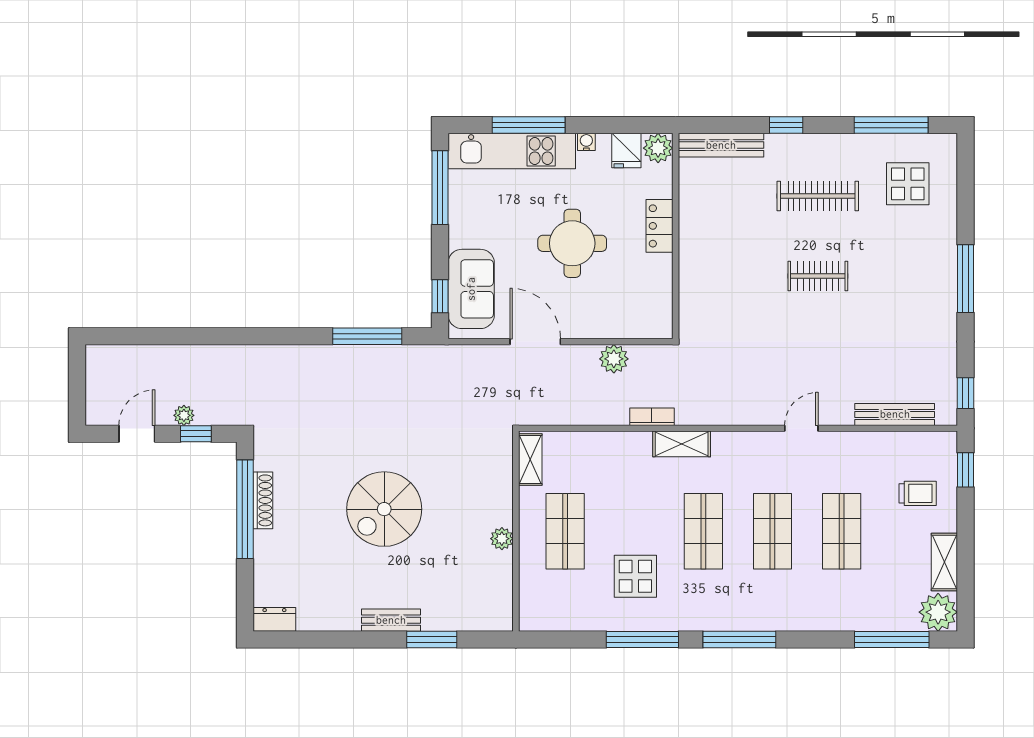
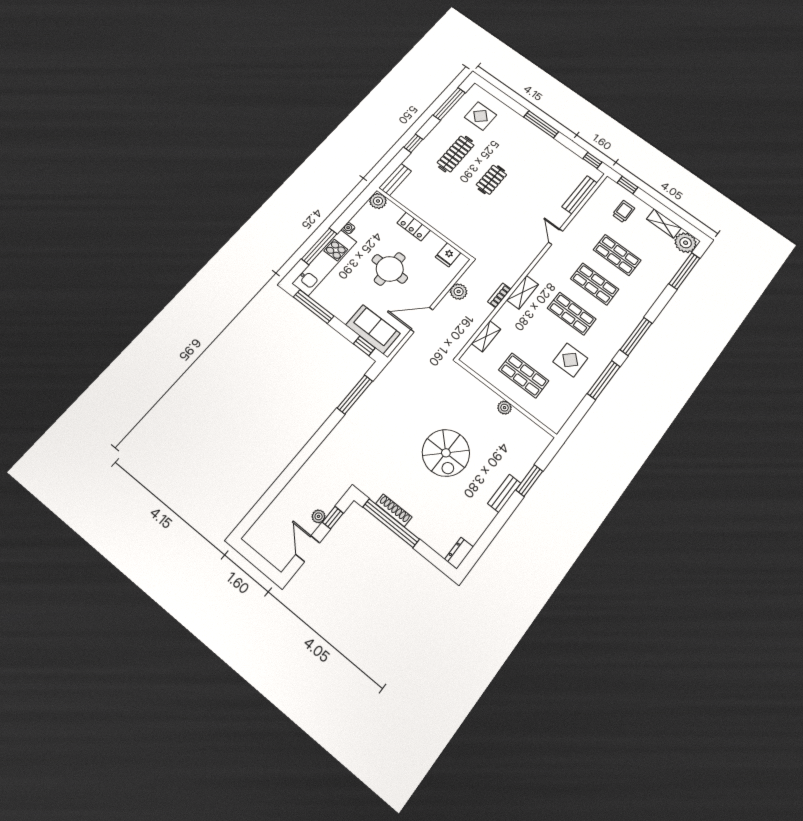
bench: (721, 145) -> (395, 179), width x0.73
fridge: (626, 150) -> (448, 255), moved, turned 90
shelving: (530, 460) -> (486, 336), moved, turned 90

